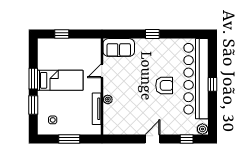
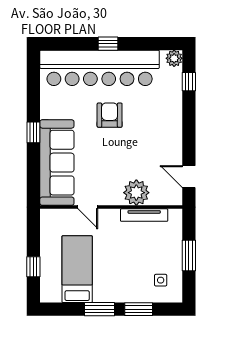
sofa: (119, 47) -> (57, 163), width x1.85, depth x1.27
bed: (60, 80) -> (77, 269), moved
plant: (108, 99) -> (136, 193), width x1.88, depth x1.88
door: (152, 139) -> (189, 177), moved

